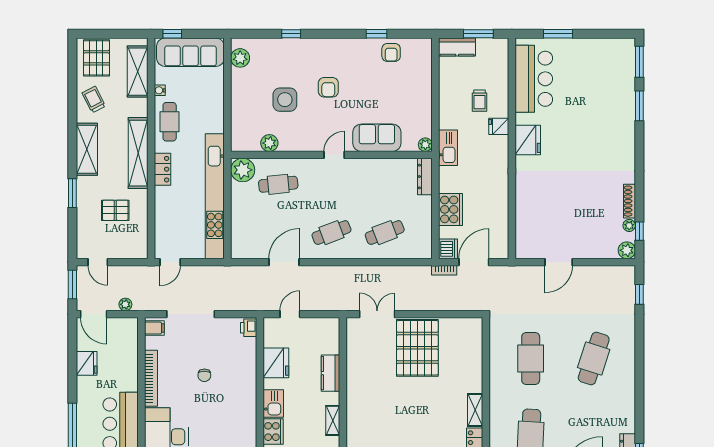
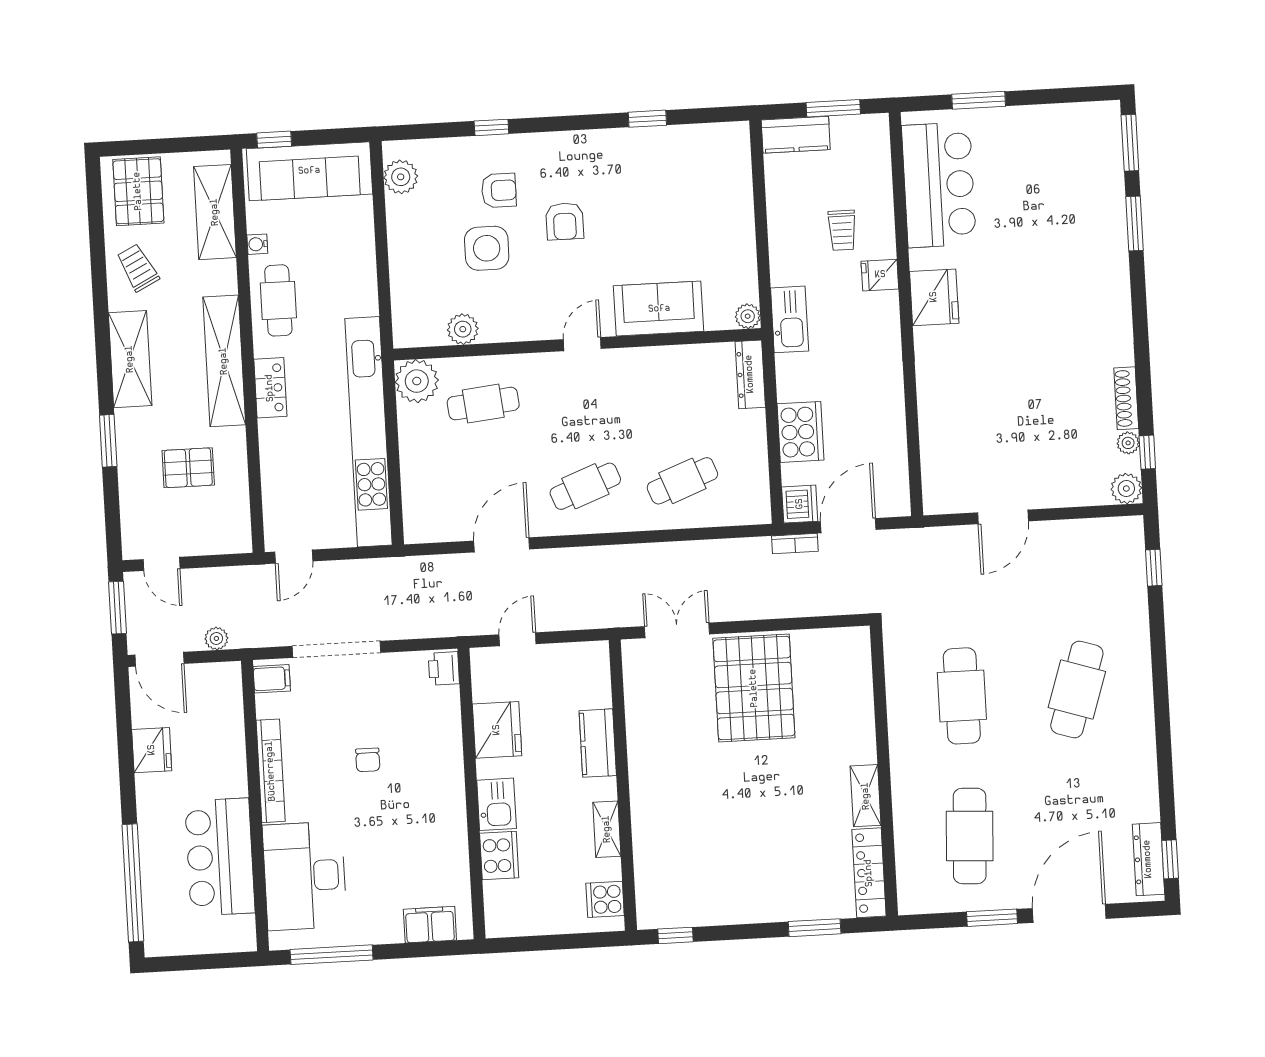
armchair: (391, 52) -> (499, 190), moved, turned -90

